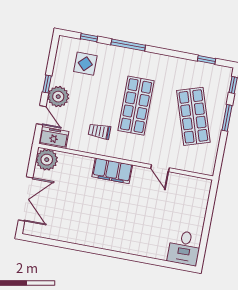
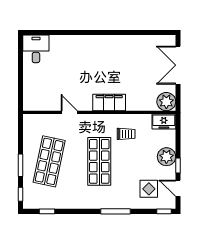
window: (89, 38) -> (164, 211), moved
door: (41, 115) -> (178, 188), moved
shop shelf: (193, 116) -> (49, 161), turned 30

